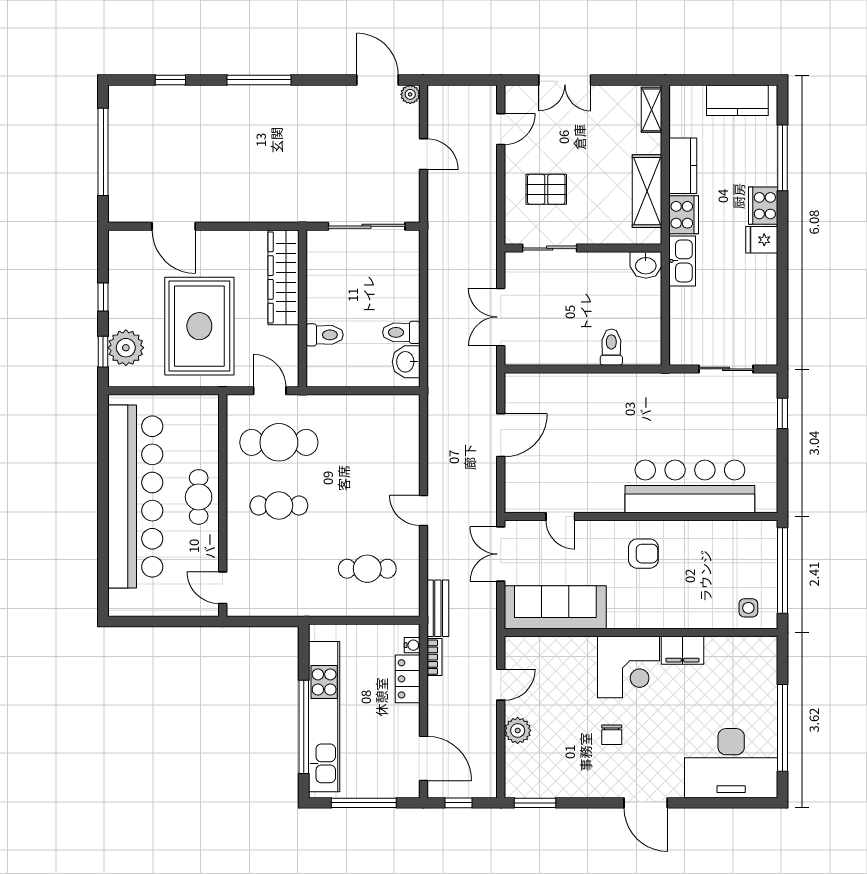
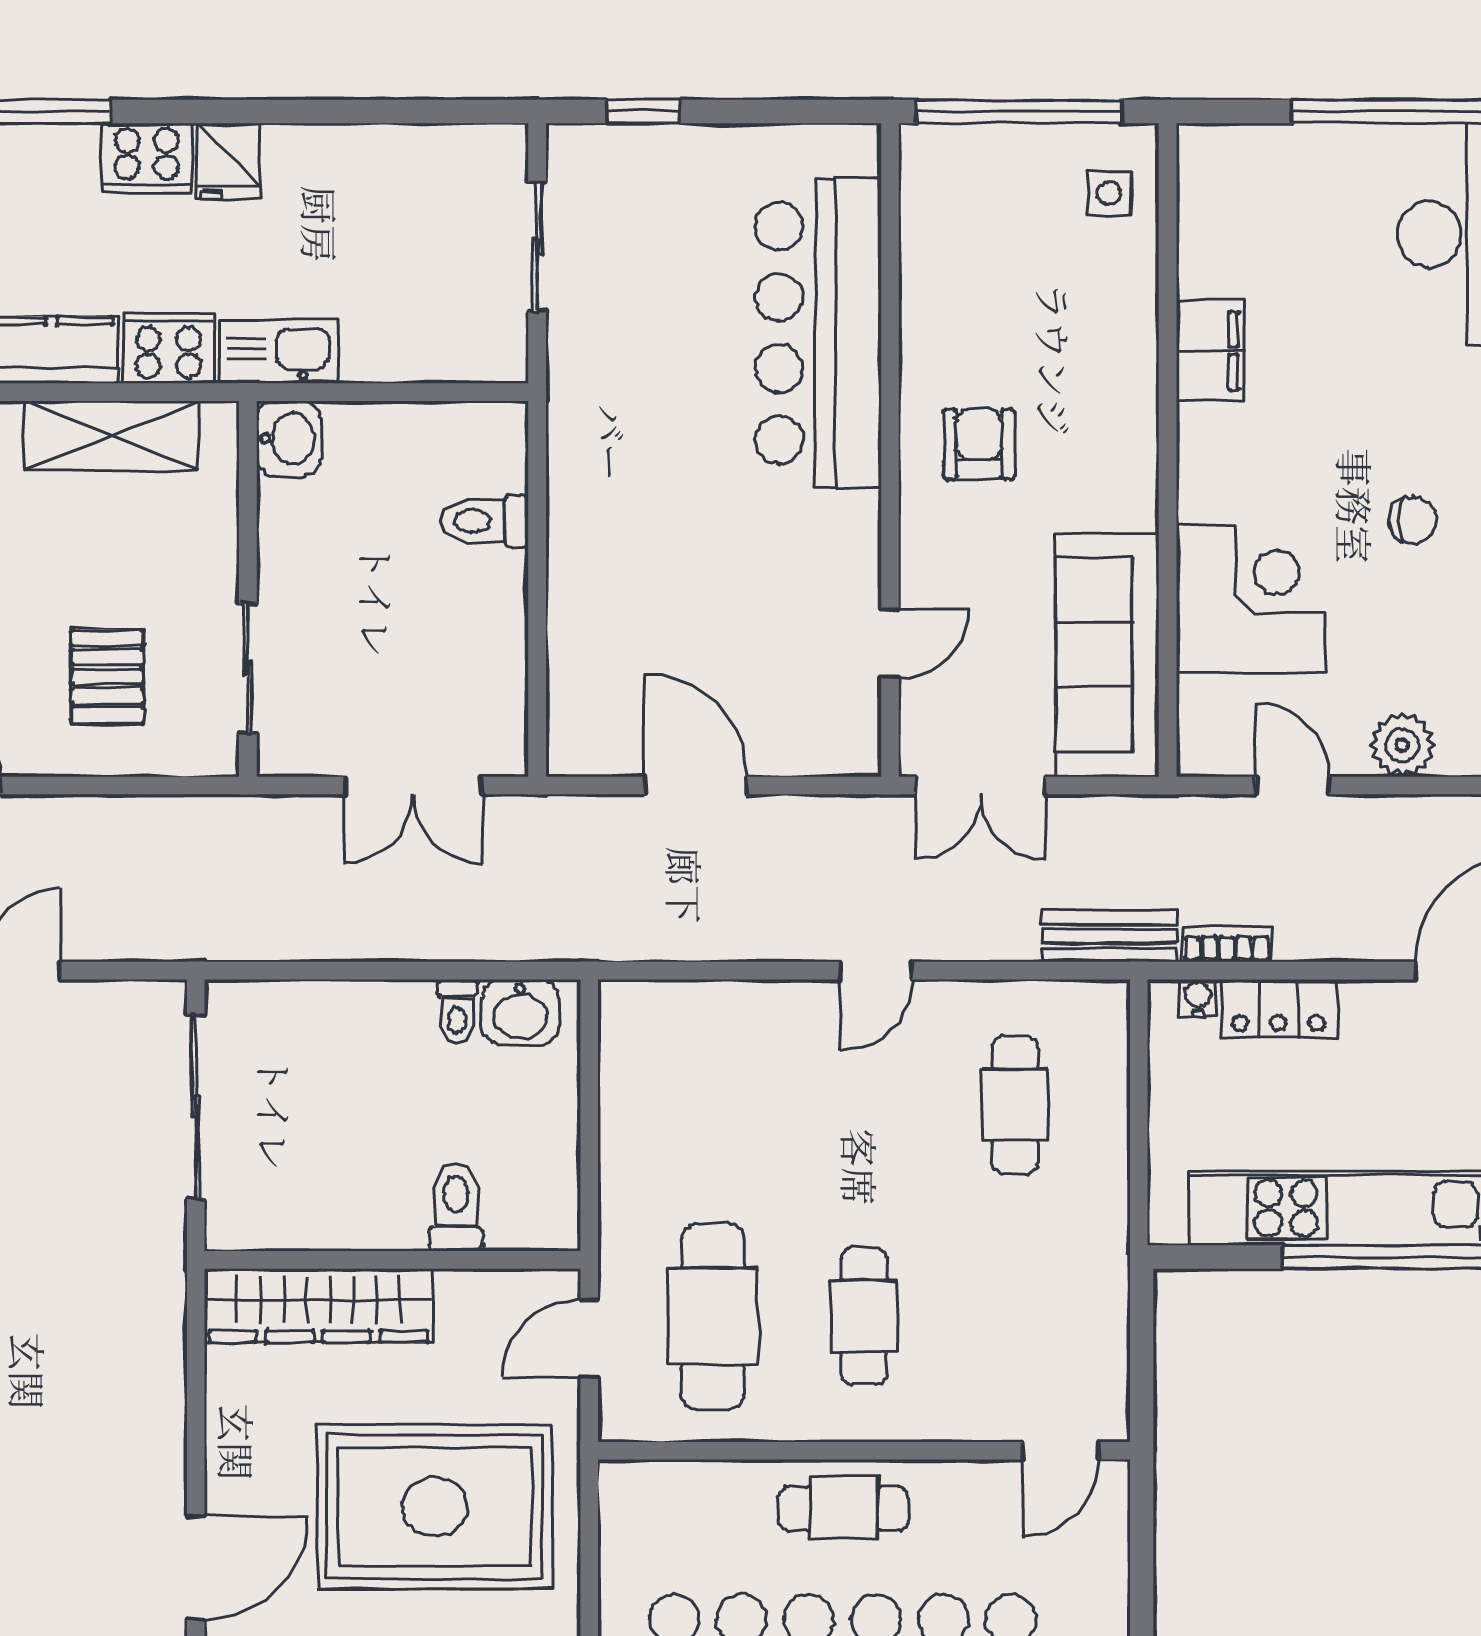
toilet: (401, 332) -> (457, 1011), width x0.73, depth x0.72
corner desk: (628, 667) -> (1250, 599), moved

